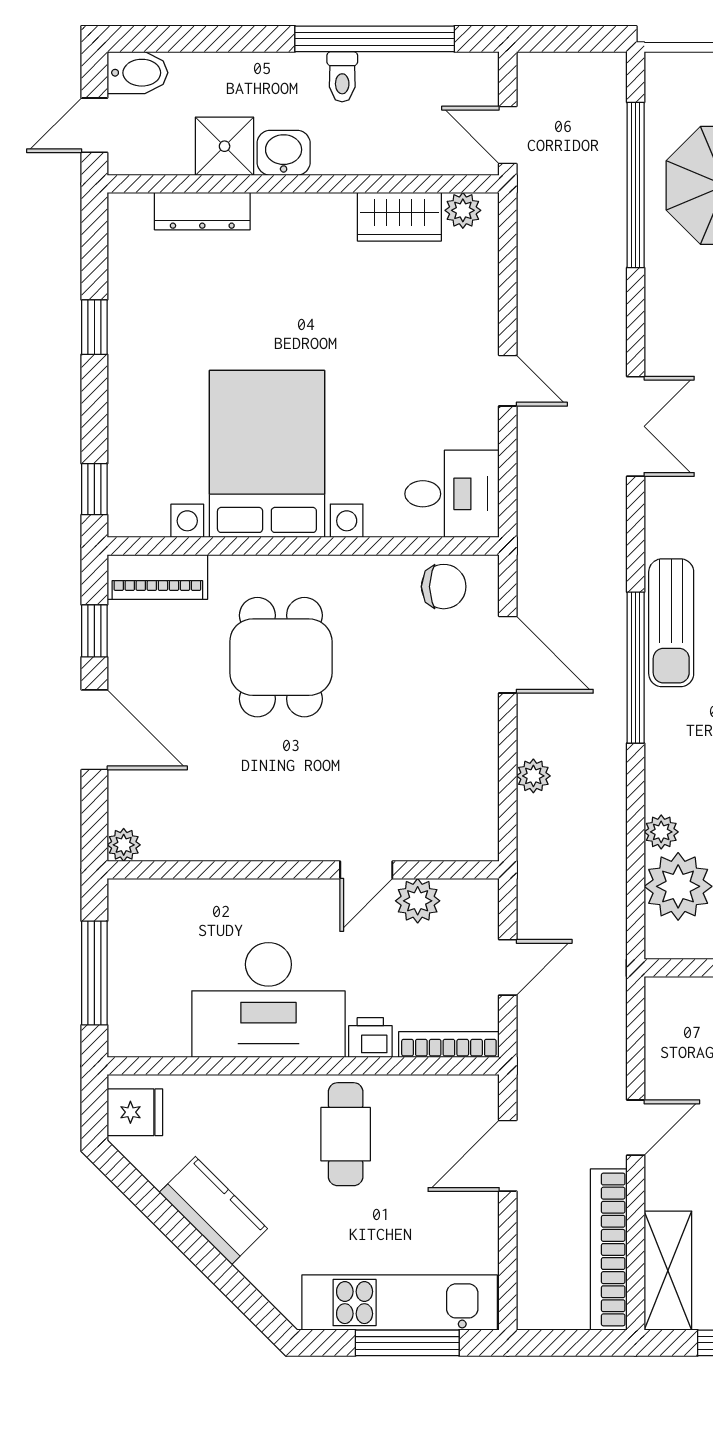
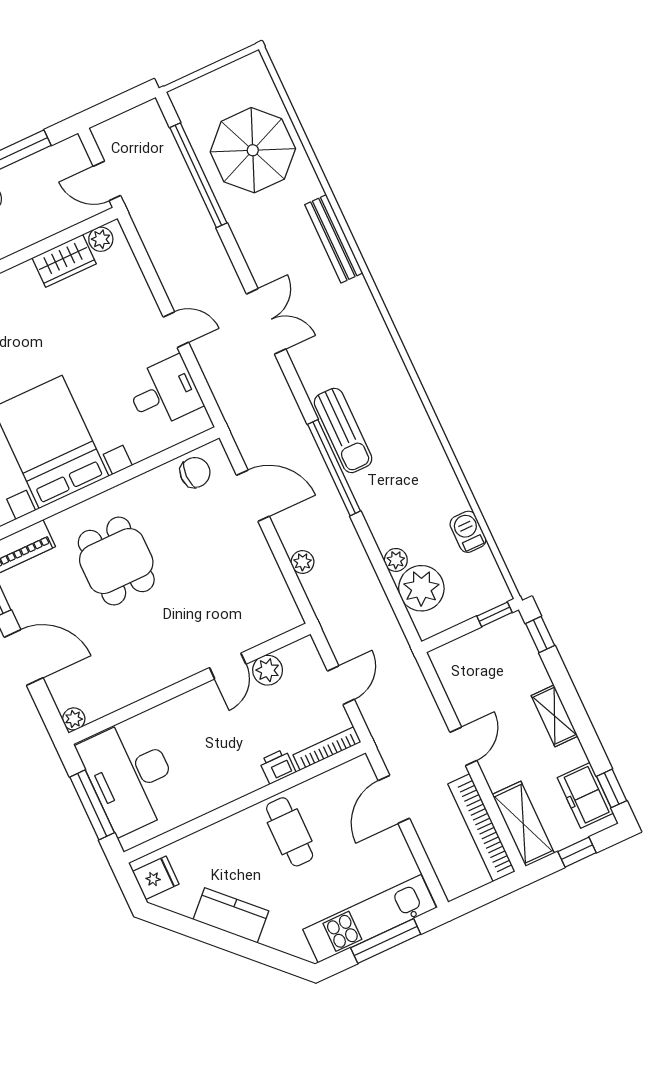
desk: (452, 494) -> (164, 392), moved
desk: (268, 1000) -> (130, 776), moved, turned 90

